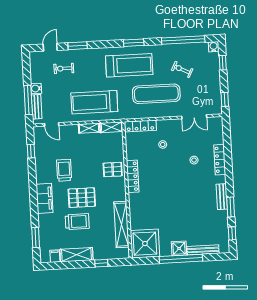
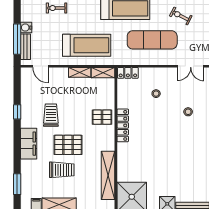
treadmill: (94, 102) -> (87, 45), turned 180
locker: (140, 126) -> (128, 73), width x0.66
window: (31, 151) -> (17, 112), moved

